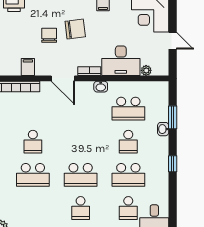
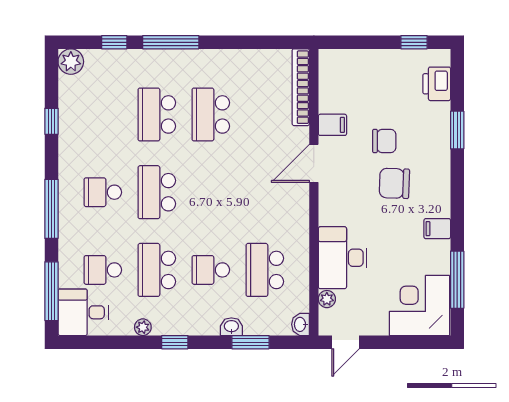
chair: (75, 29) -> (394, 183), turned 99
door: (173, 41) -> (345, 342), moved
filing cabinet: (28, 67) -> (332, 125), moved
bookcase: (89, 71) -> (326, 206), removed
washbasin: (101, 87) -> (301, 324), moved
school desk: (33, 142) -> (211, 114), width x1.85
plant: (163, 183) -> (143, 327), added

